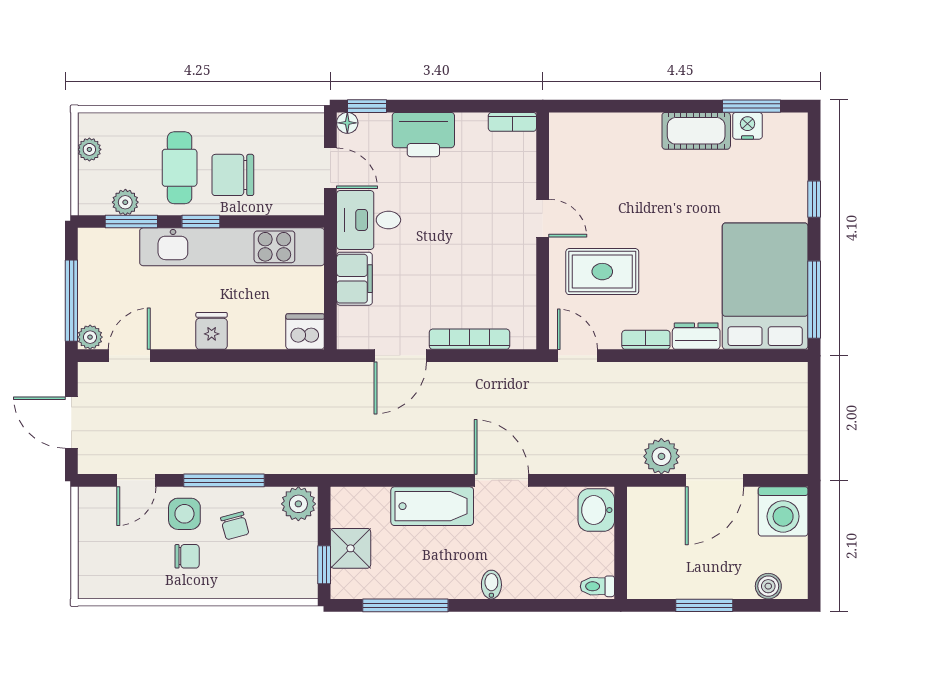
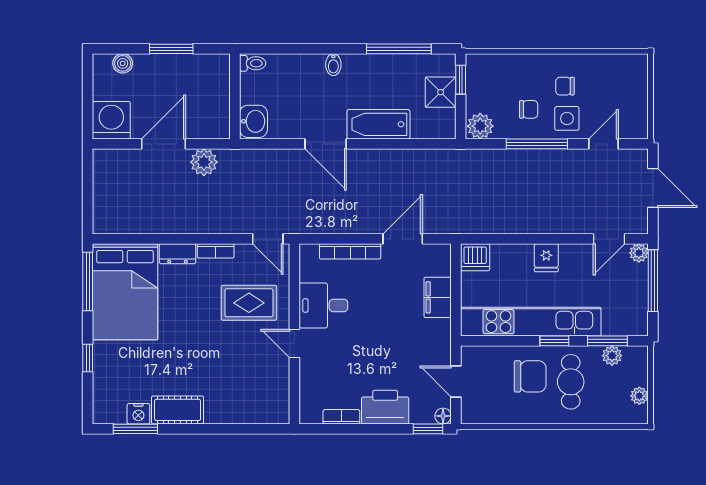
bookcase: (512, 122) -> (341, 417), moved
desk: (369, 220) -> (323, 305), moved, turned 180
chair: (235, 526) -> (529, 109), turned 105

